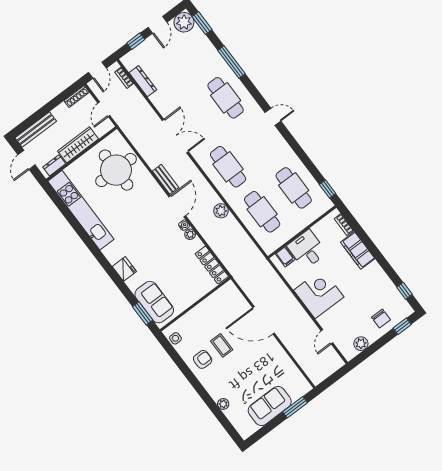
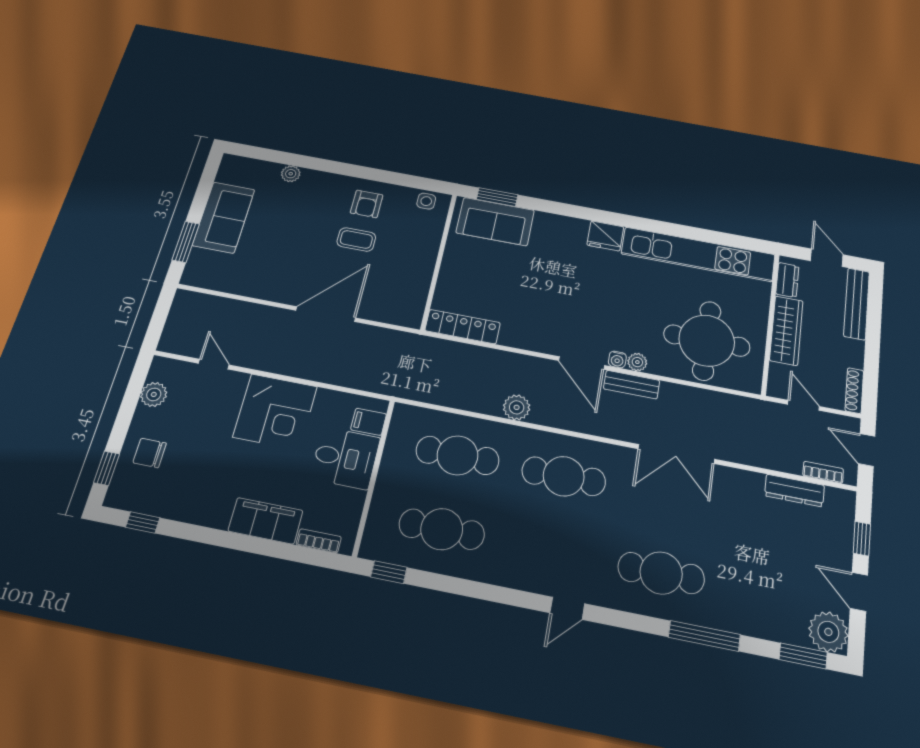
water cooler: (184, 225) -> (617, 360), moved
plant: (190, 234) -> (637, 362), moved
fridge: (124, 269) -> (605, 236), moved

